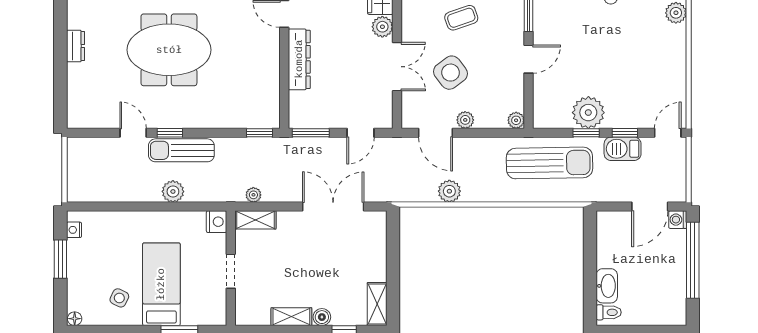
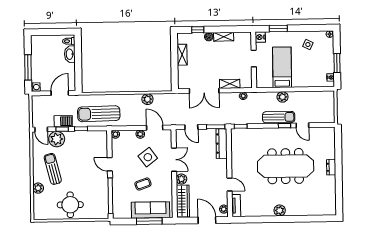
meeting table: (169, 50) -> (286, 166), width x1.36
sun lounger: (645, 52) -> (53, 169), added
dresser: (299, 59) -> (222, 144), moved
door: (528, 59) -> (110, 164), hinge flipped
double door: (397, 67) -> (174, 160), swing flipped
plant: (588, 113) -> (57, 139), moved
door: (361, 133) -> (191, 127), swing flipped
door: (668, 133) -> (41, 129), hinge flipped
door: (650, 207) -> (60, 93), moved
shelving: (255, 220) -> (230, 84), moved
nightstand: (217, 222) -> (260, 37), moved
window: (693, 260) -> (28, 67), width x0.68
bed: (161, 284) -> (282, 67), moved, turned 180
shelving: (377, 304) -> (182, 55), moved

